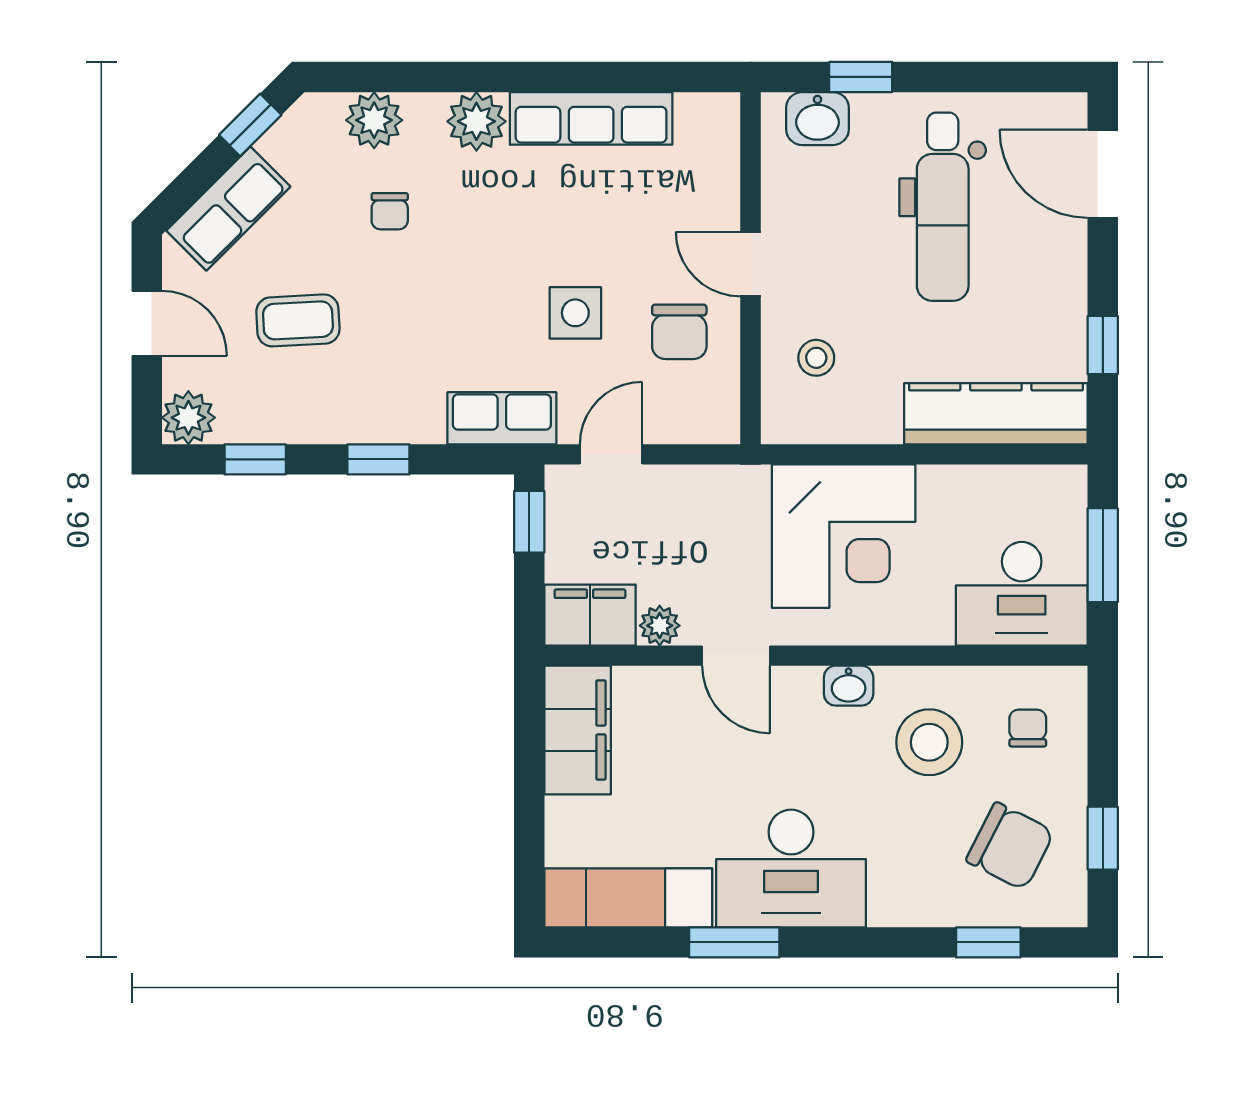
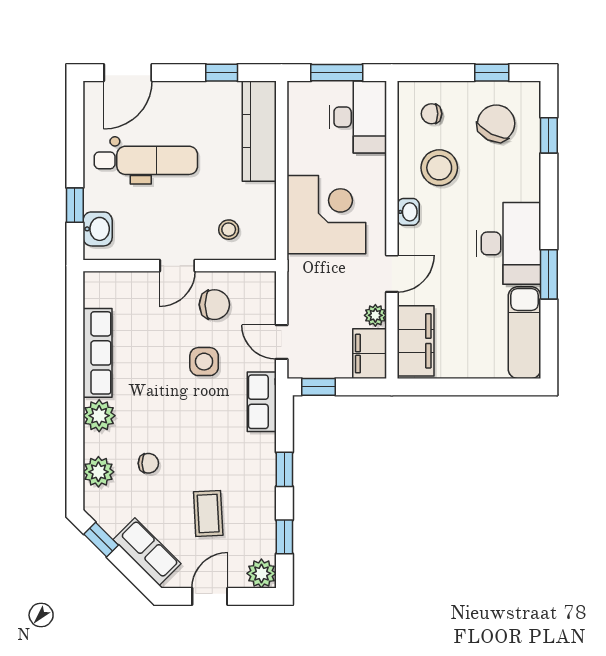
filing cabinet: (578, 730) -> (416, 341), moved, turned 90

